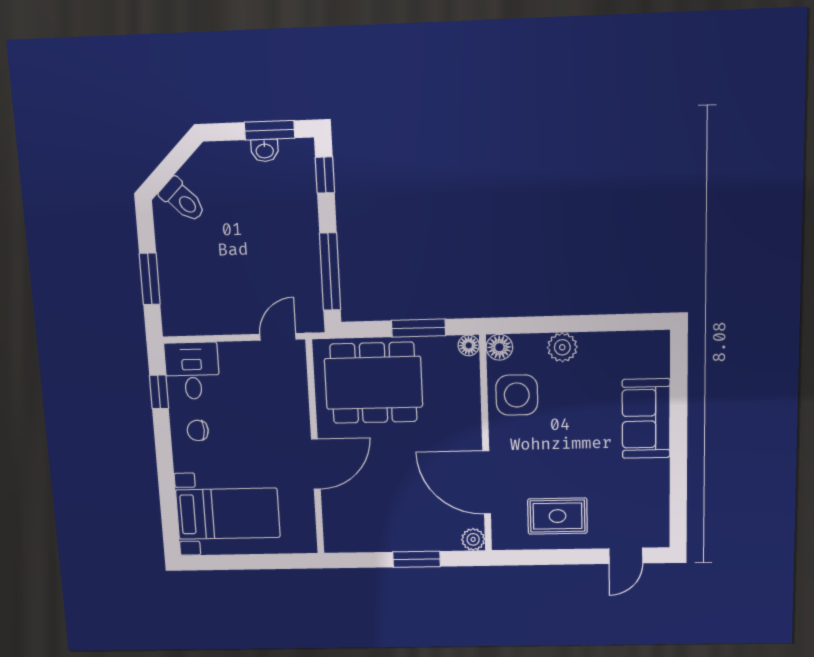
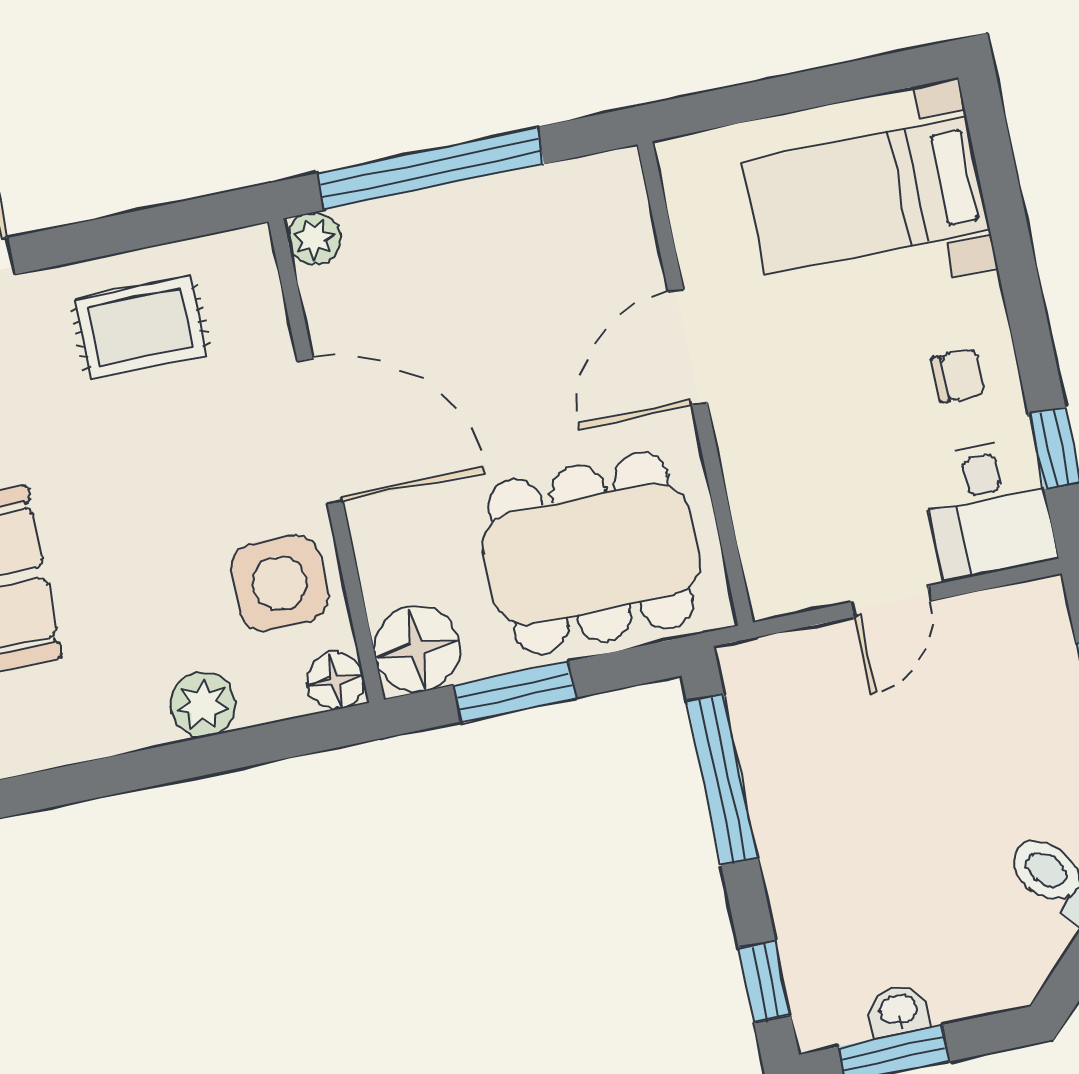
door: (278, 337) -> (891, 601), moved
floor lamp: (469, 345) -> (417, 649), width x1.89, depth x1.89
door: (487, 482) -> (320, 431), moved
window: (416, 559) -> (431, 169), width x2.11

